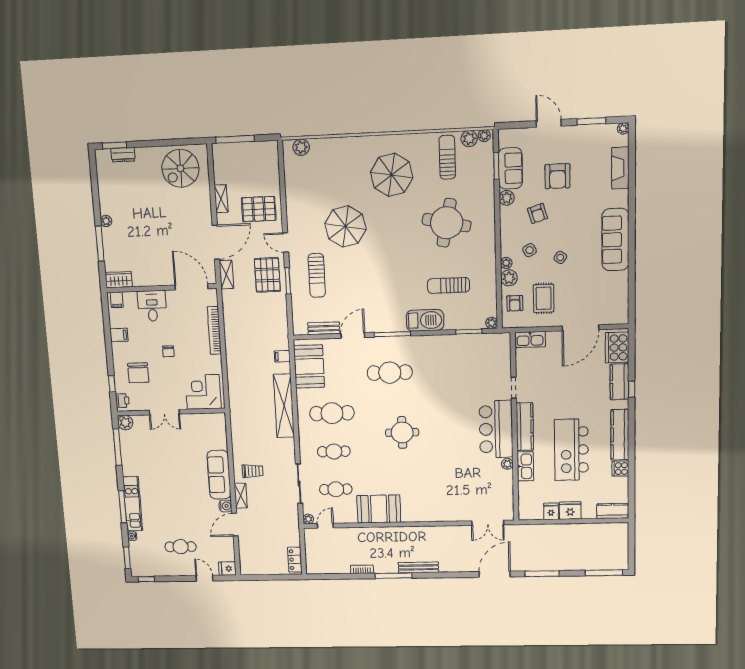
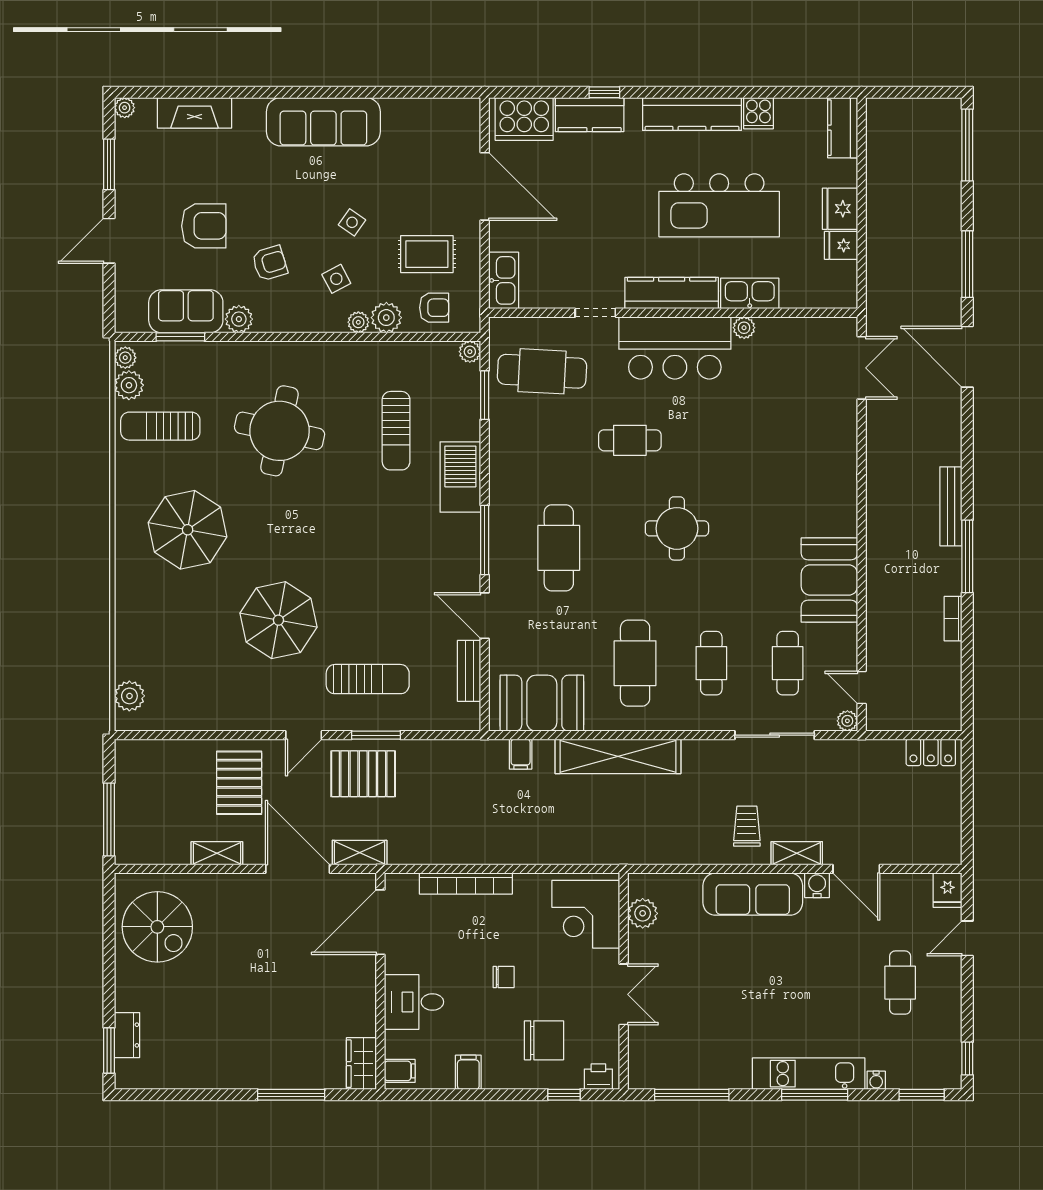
plant: (106, 221) -> (249, 1079), removed
cafe table: (482, 361) -> (542, 371), added
cafe table: (447, 407) -> (630, 440), added
plant: (125, 423) -> (643, 913), moved

